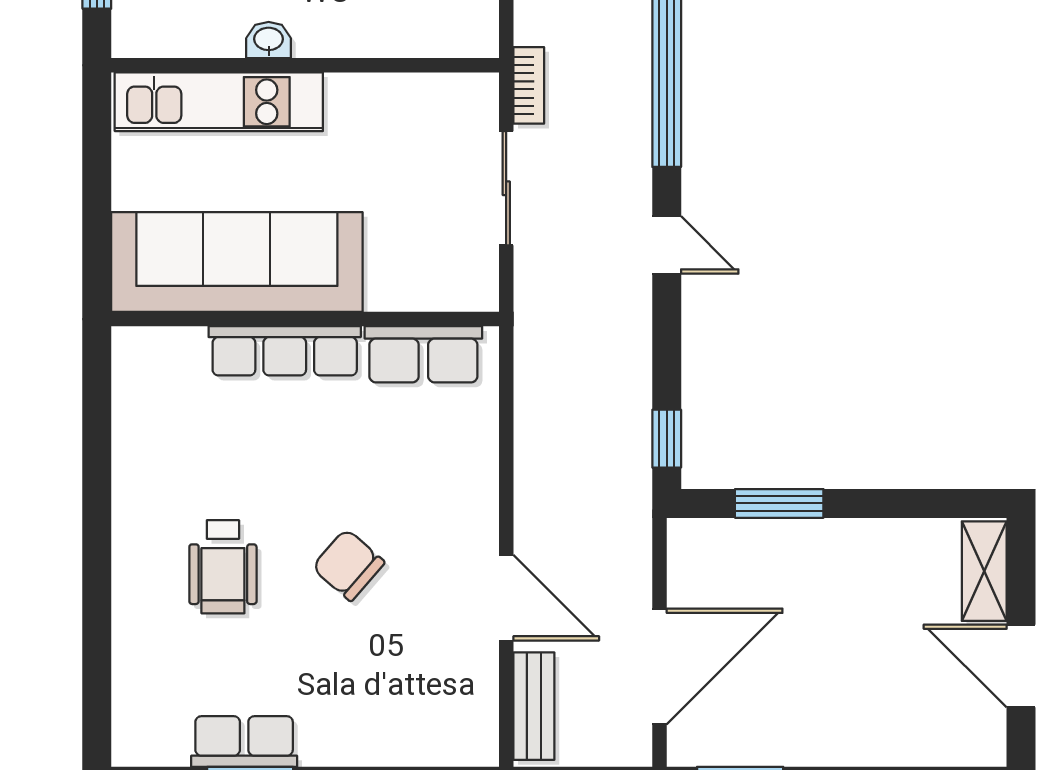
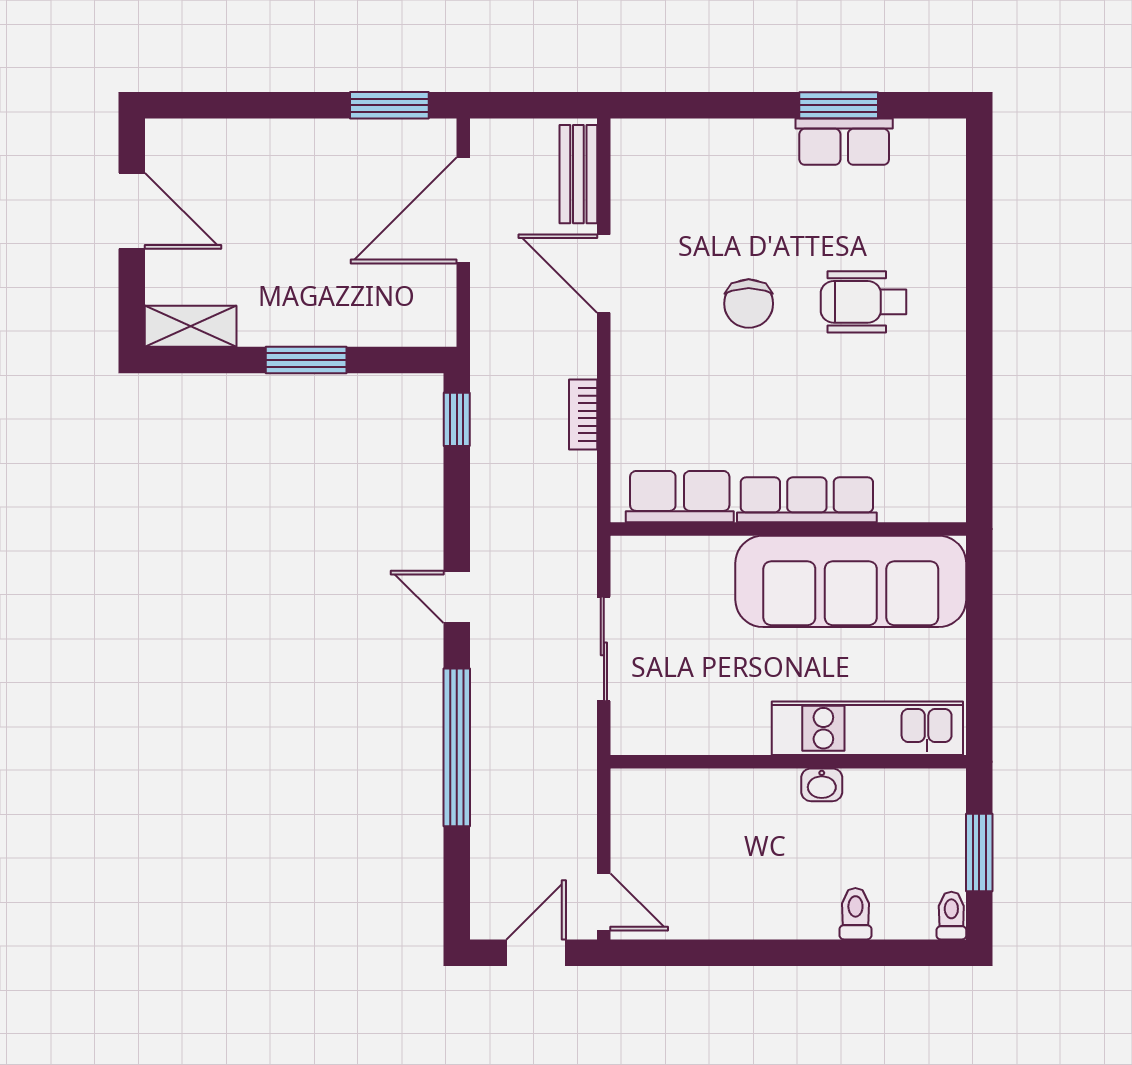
bookcase: (529, 85) -> (583, 414), moved
window: (779, 503) -> (306, 360), moved
chair: (348, 565) -> (749, 304), turned 49
wheelchair: (223, 567) -> (864, 302), turned -90
shelving: (984, 571) -> (191, 326), moved, turned 90

